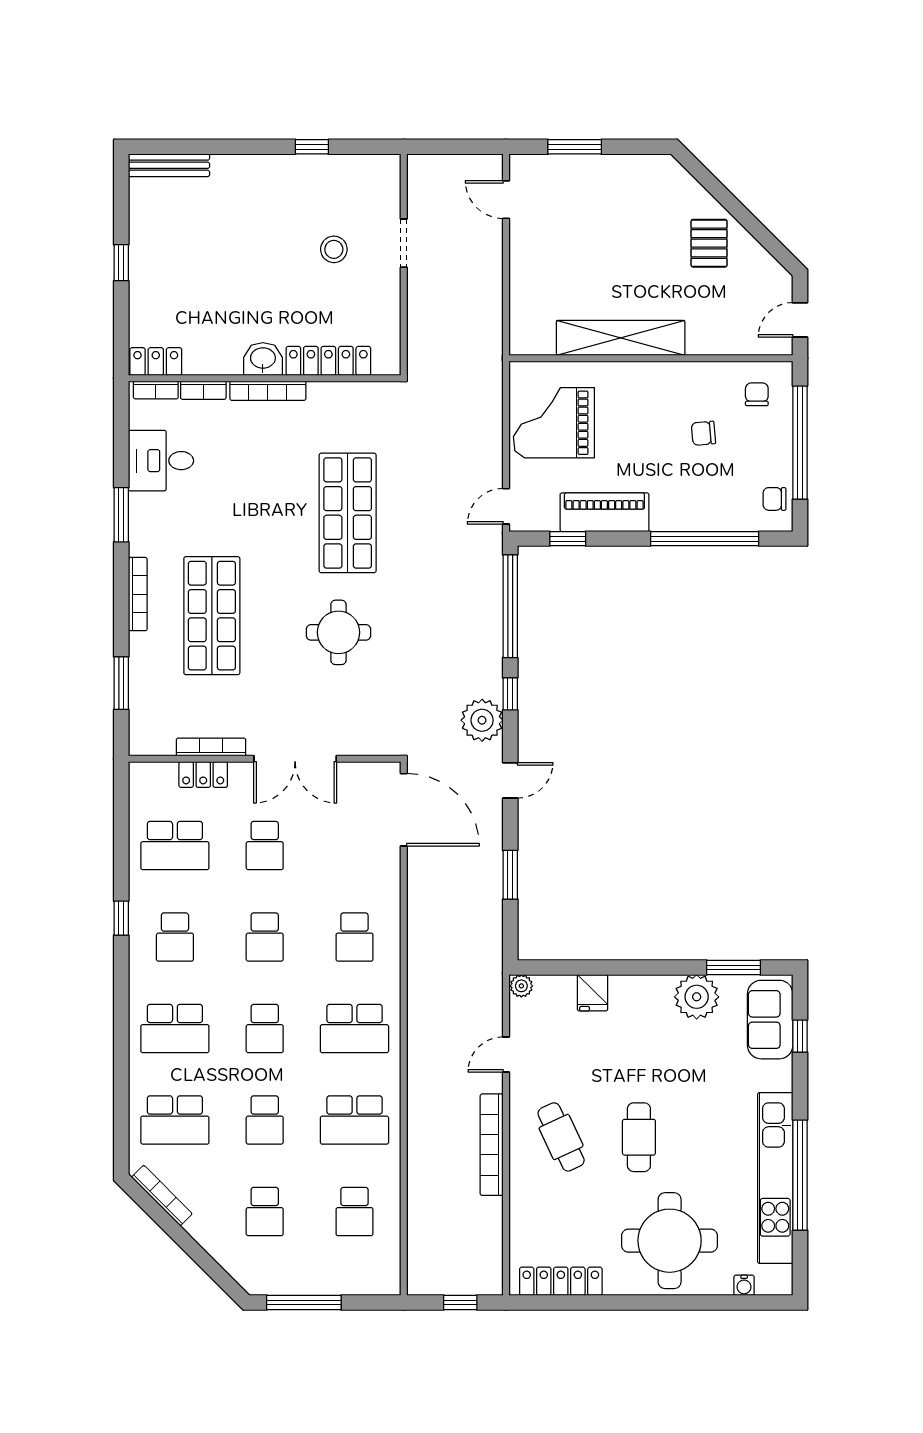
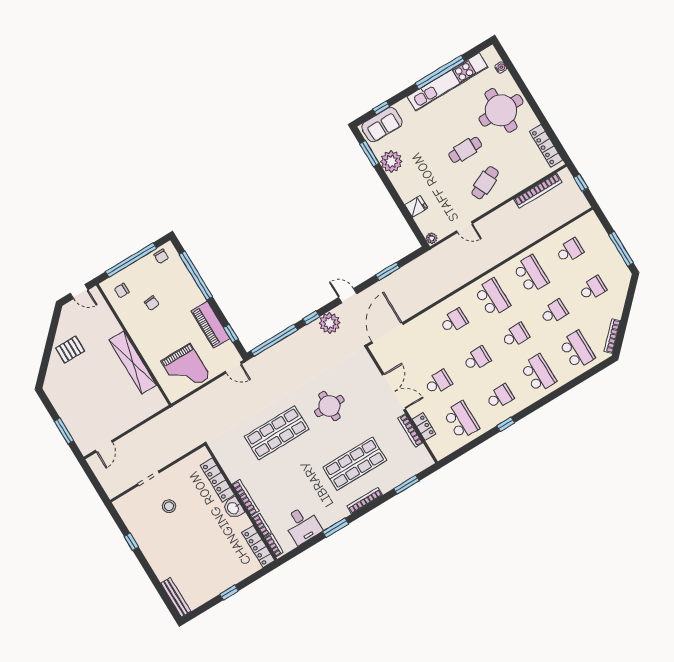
locker: (156, 362) -> (258, 546), width x1.53
bookcase: (492, 1145) -> (538, 191), moved

